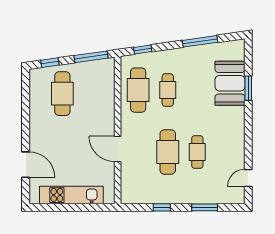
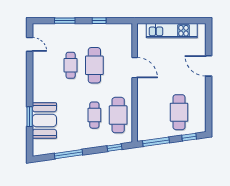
door: (26, 165) -> (209, 66), moved
door: (248, 178) -> (30, 44), hinge flipped

